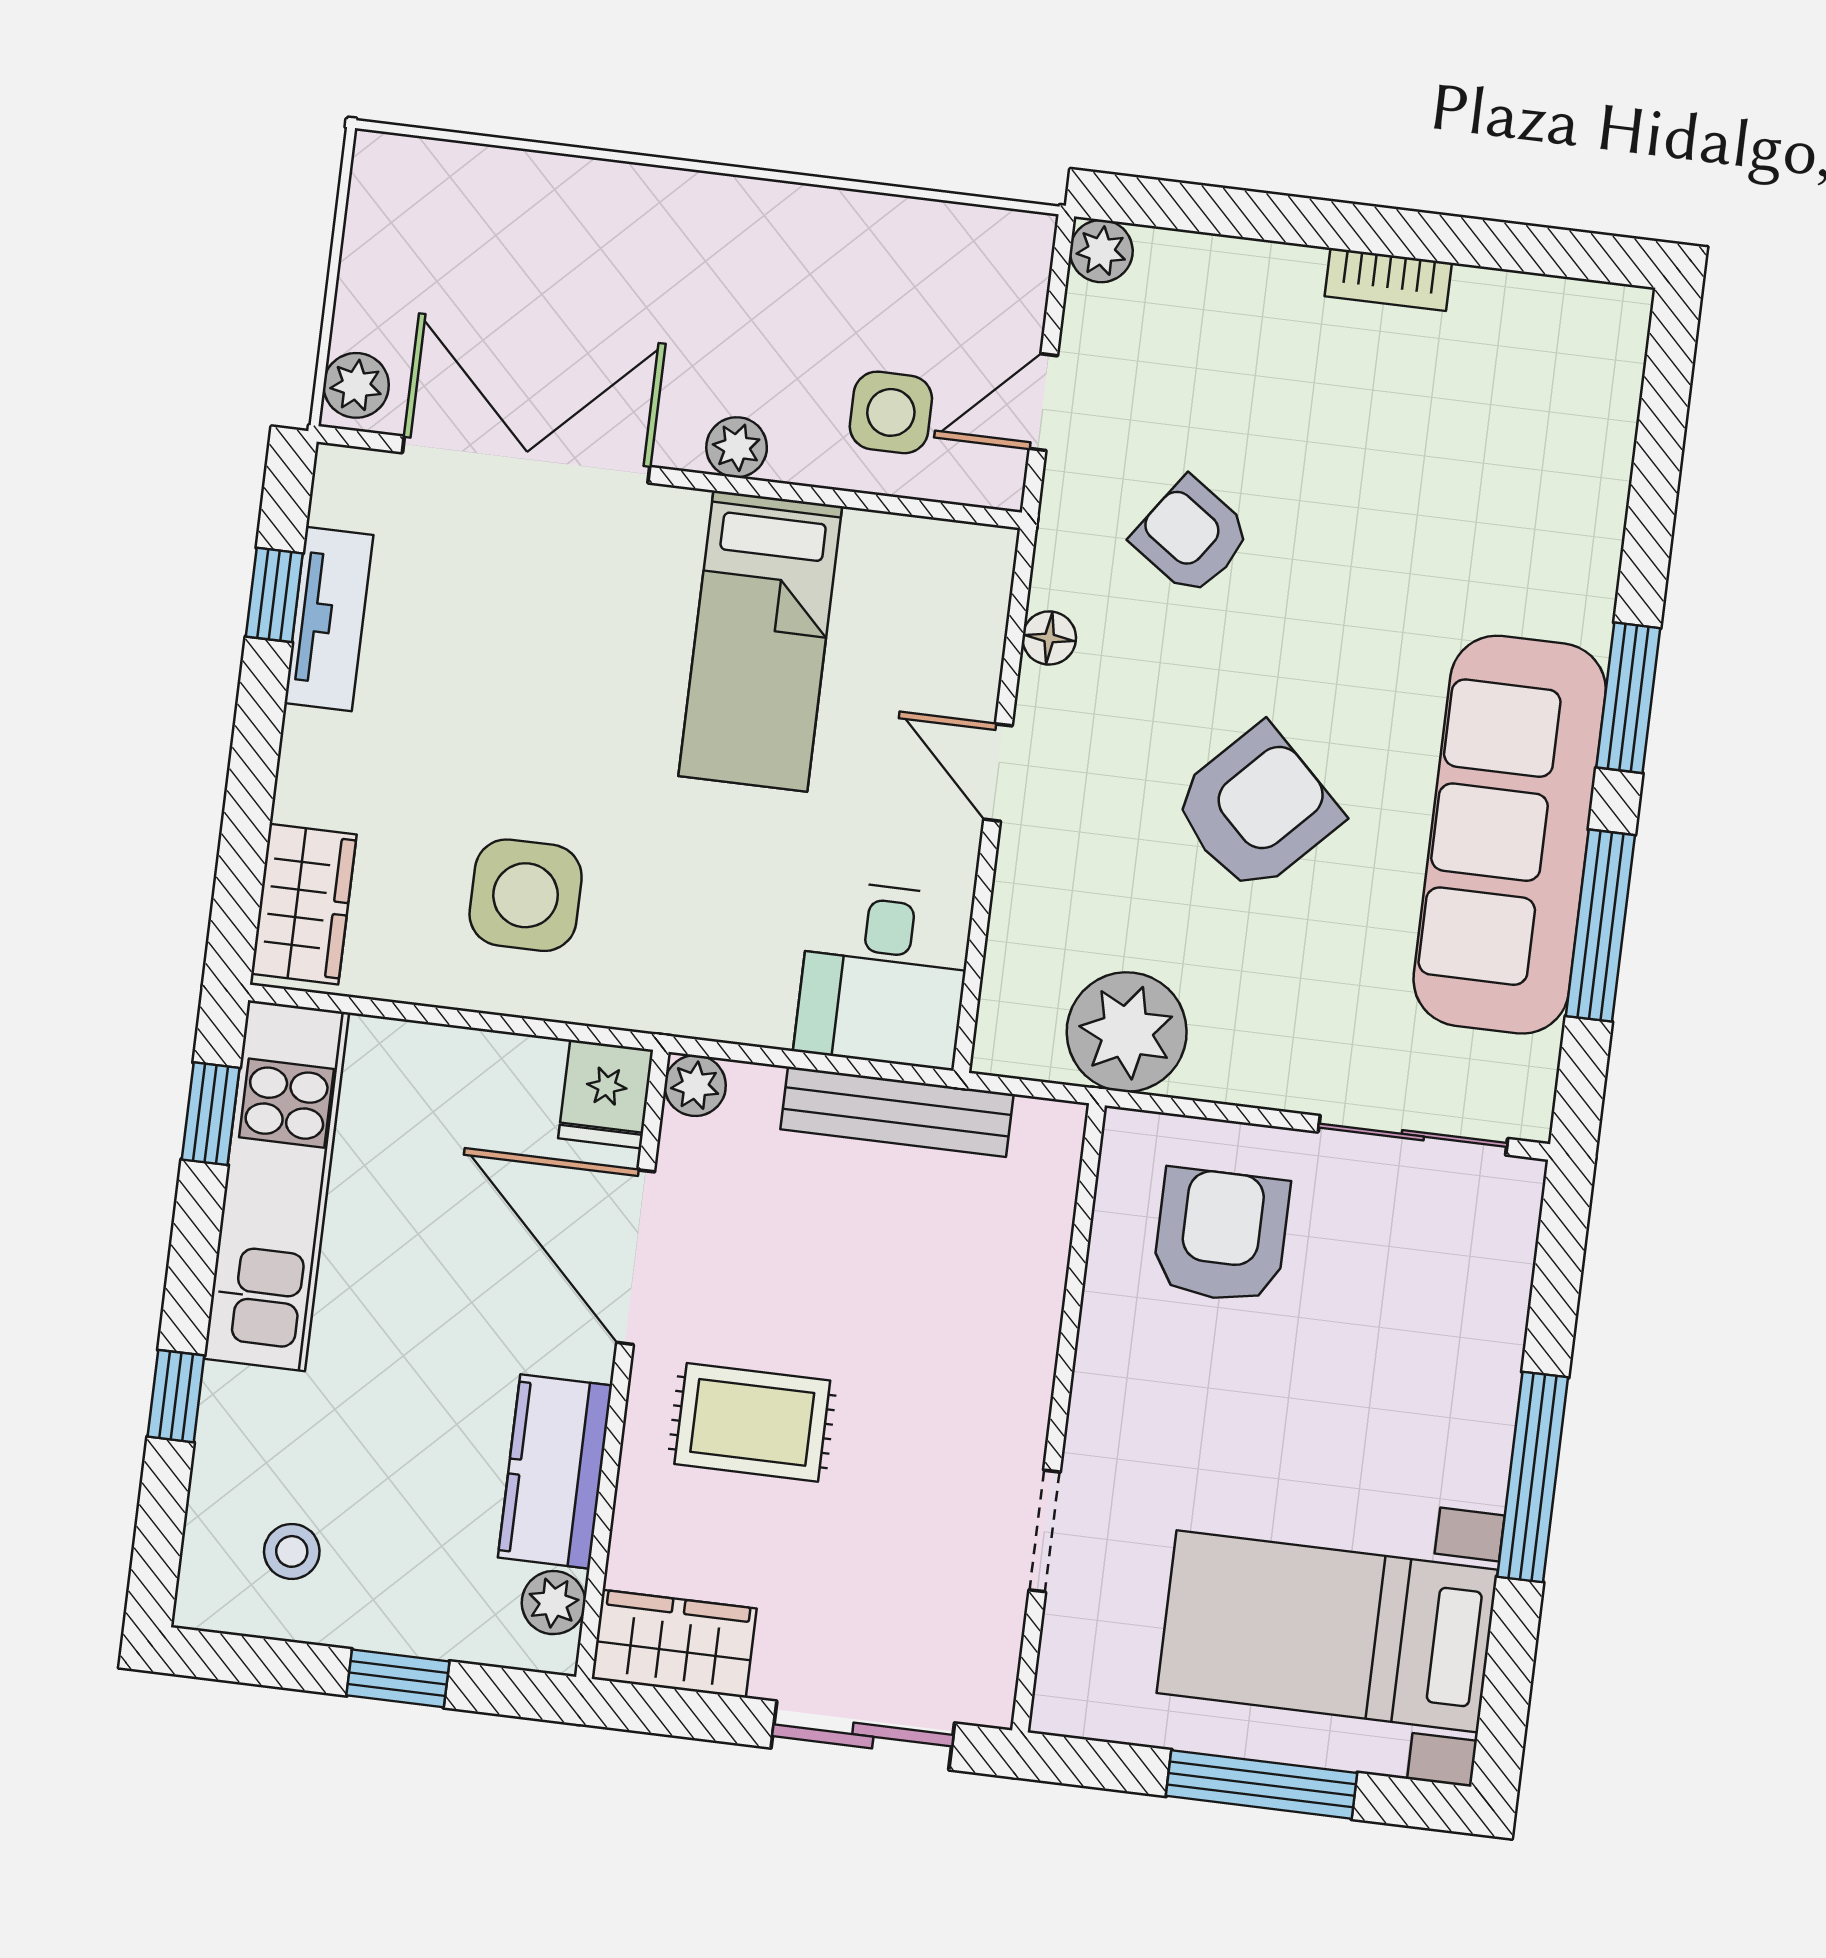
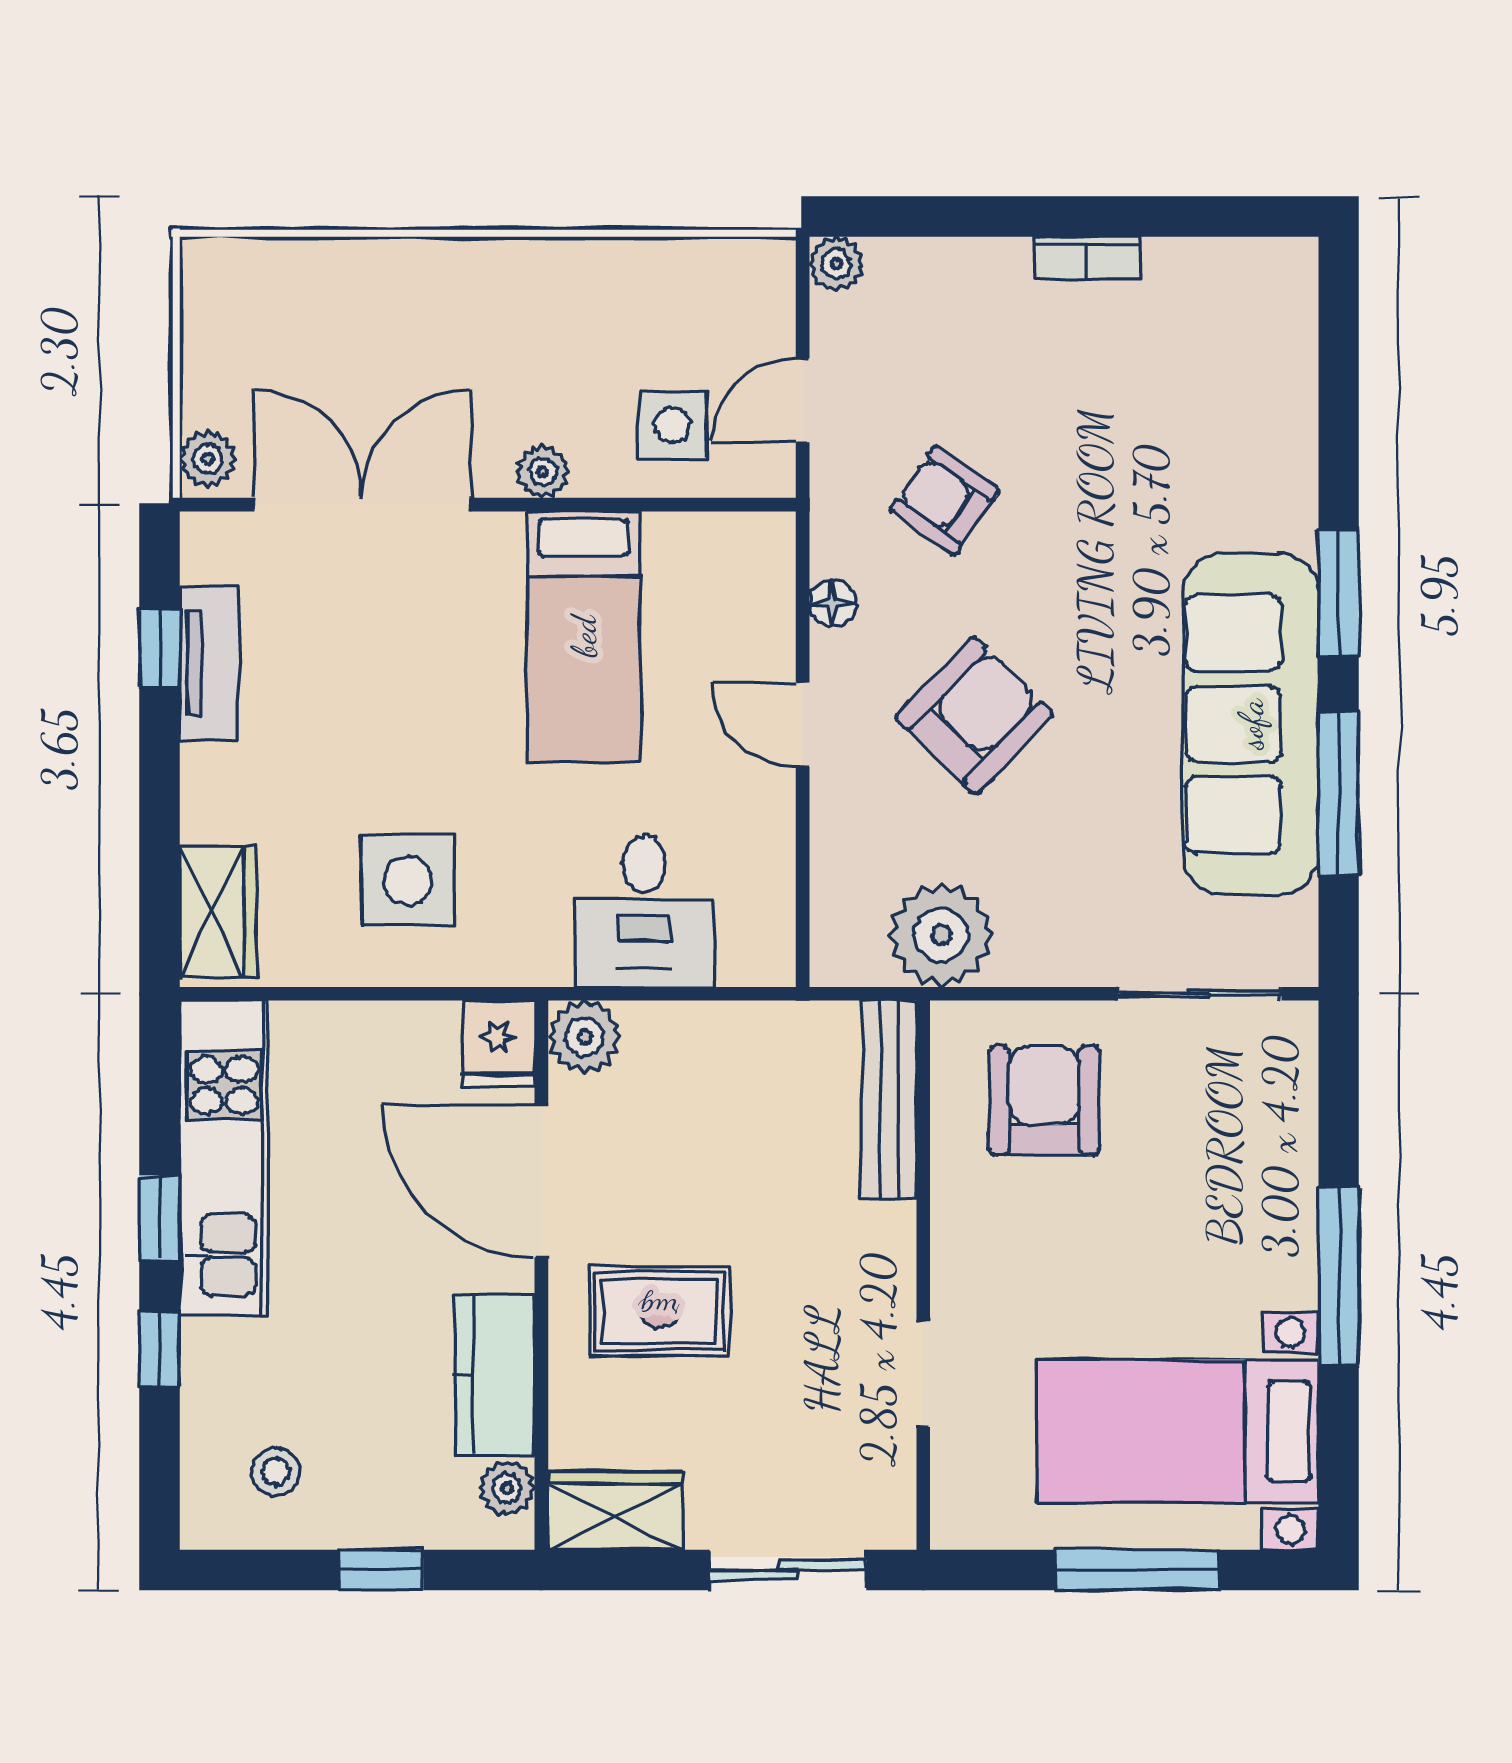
armchair: (1256, 809) -> (974, 716), moved
desk: (884, 975) -> (644, 911), moved
plant: (695, 1086) -> (585, 1037), width x1.38, depth x1.38
bench: (897, 1112) -> (889, 1099), moved, turned 90
window: (211, 1114) -> (159, 1218), moved

